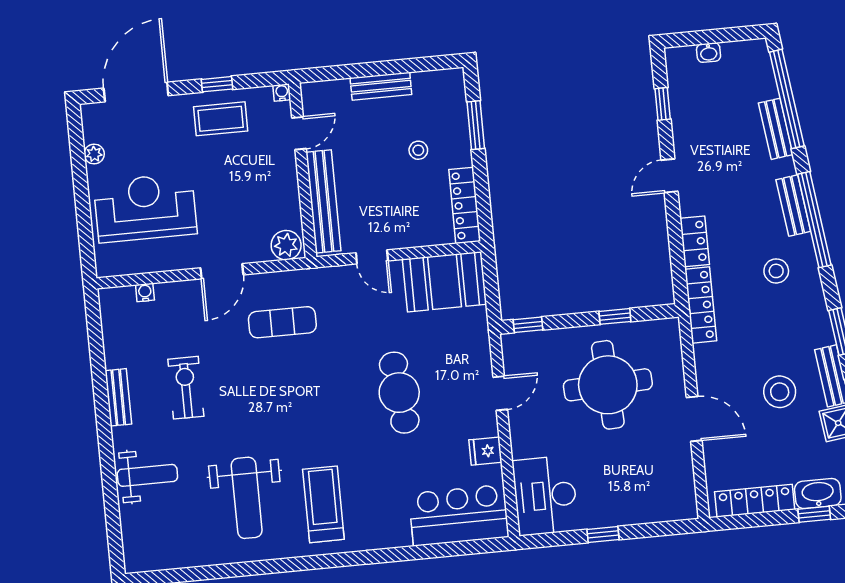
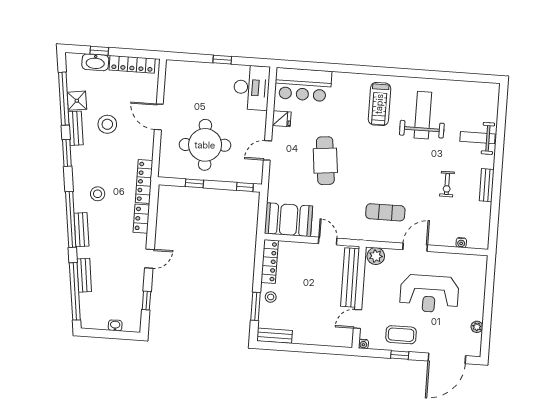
bench: (381, 86) -> (275, 336), moved
stool: (418, 150) -> (271, 297), moved
reception desk: (145, 208) -> (429, 294), moved
exercise bike: (186, 388) -> (447, 184), width x0.73, depth x0.72

